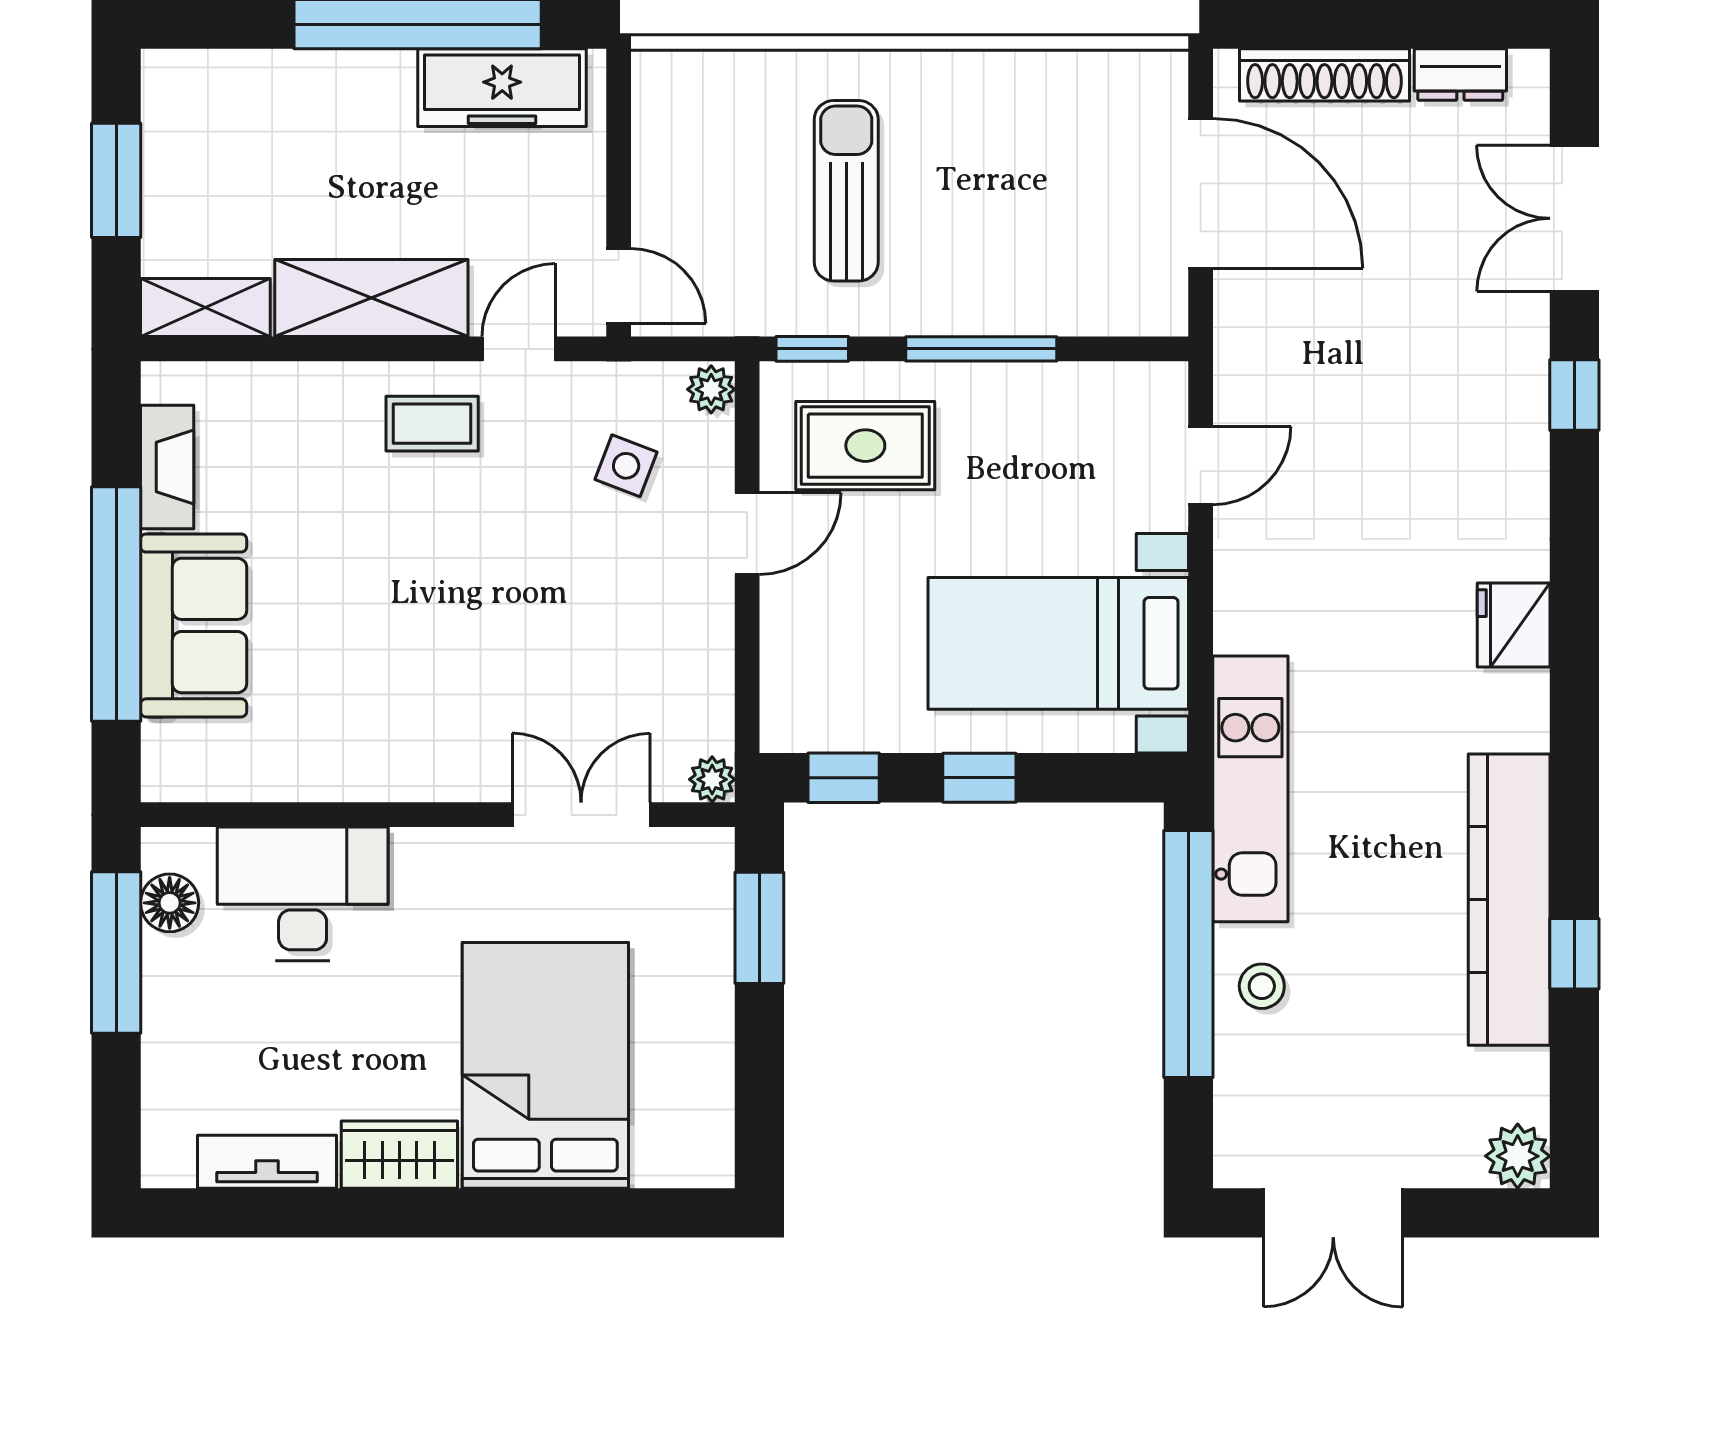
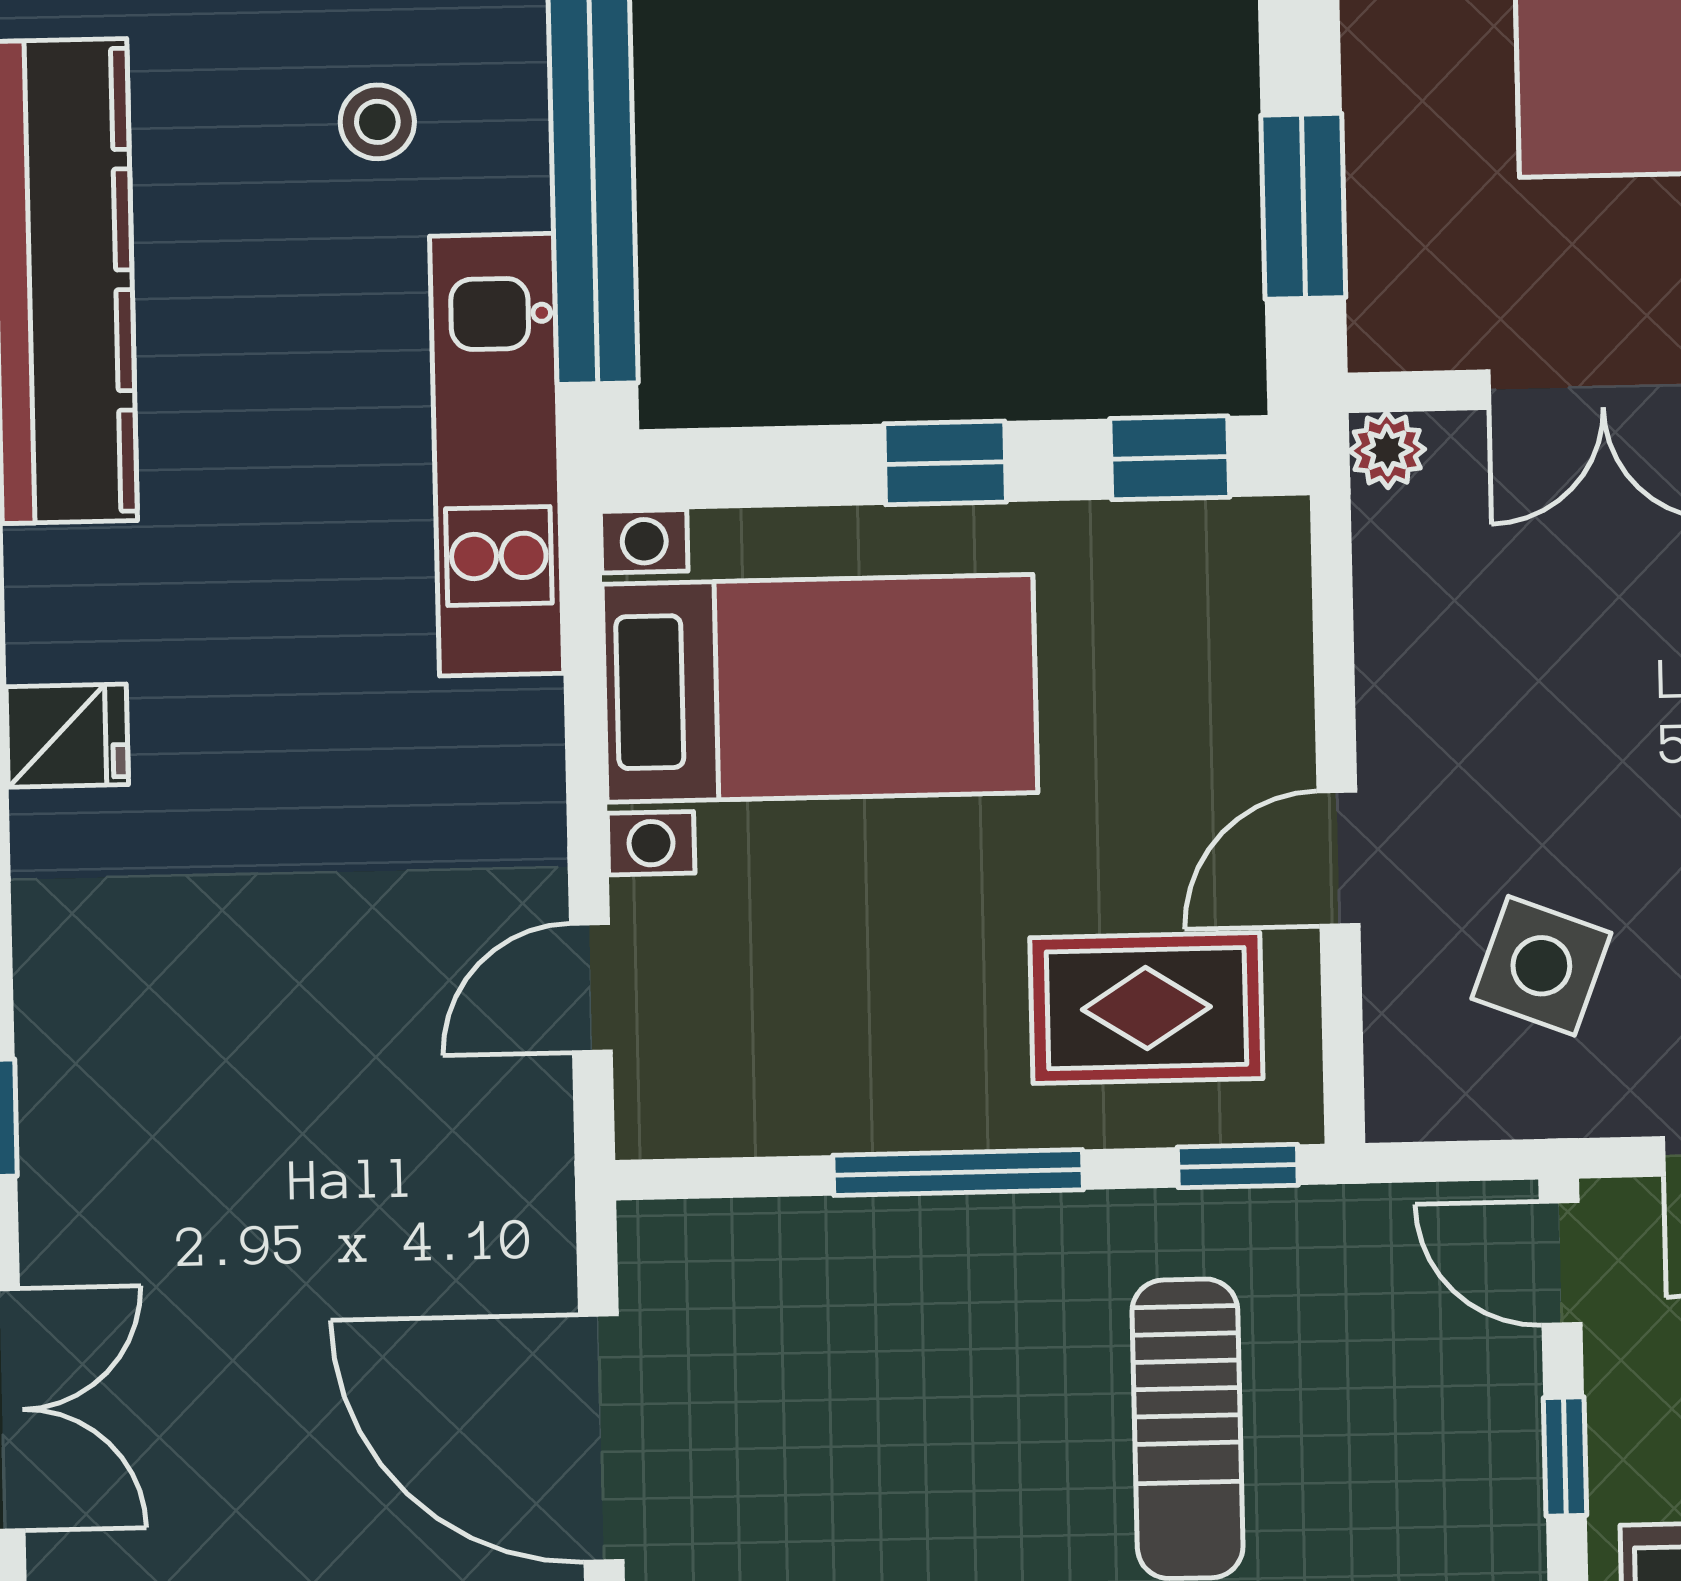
window: (619, 169) -> (1565, 1456), added
plant: (711, 389) -> (1403, 1095), removed
side table: (626, 466) -> (1541, 966), width x1.37, depth x1.37
fridge: (1514, 625) -> (67, 736), width x0.72
stool: (1262, 986) -> (377, 122), moved

